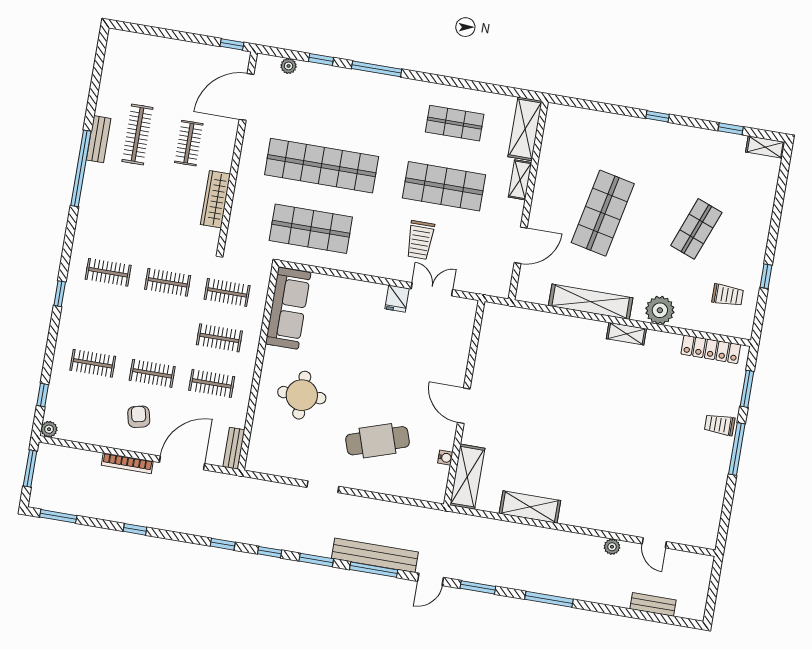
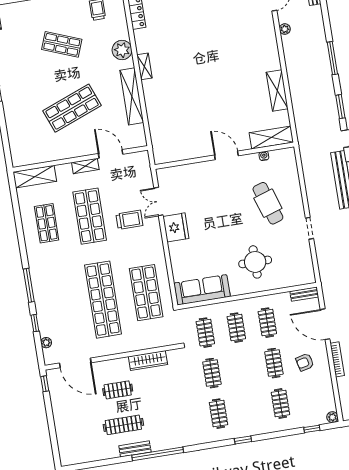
shelving: (520, 180) -> (85, 166), moved
shop shelf: (603, 213) -> (72, 108), turned -33
fridge: (397, 299) -> (176, 227), width x1.88, depth x1.34
door: (464, 406) -> (226, 155), swing flipped

